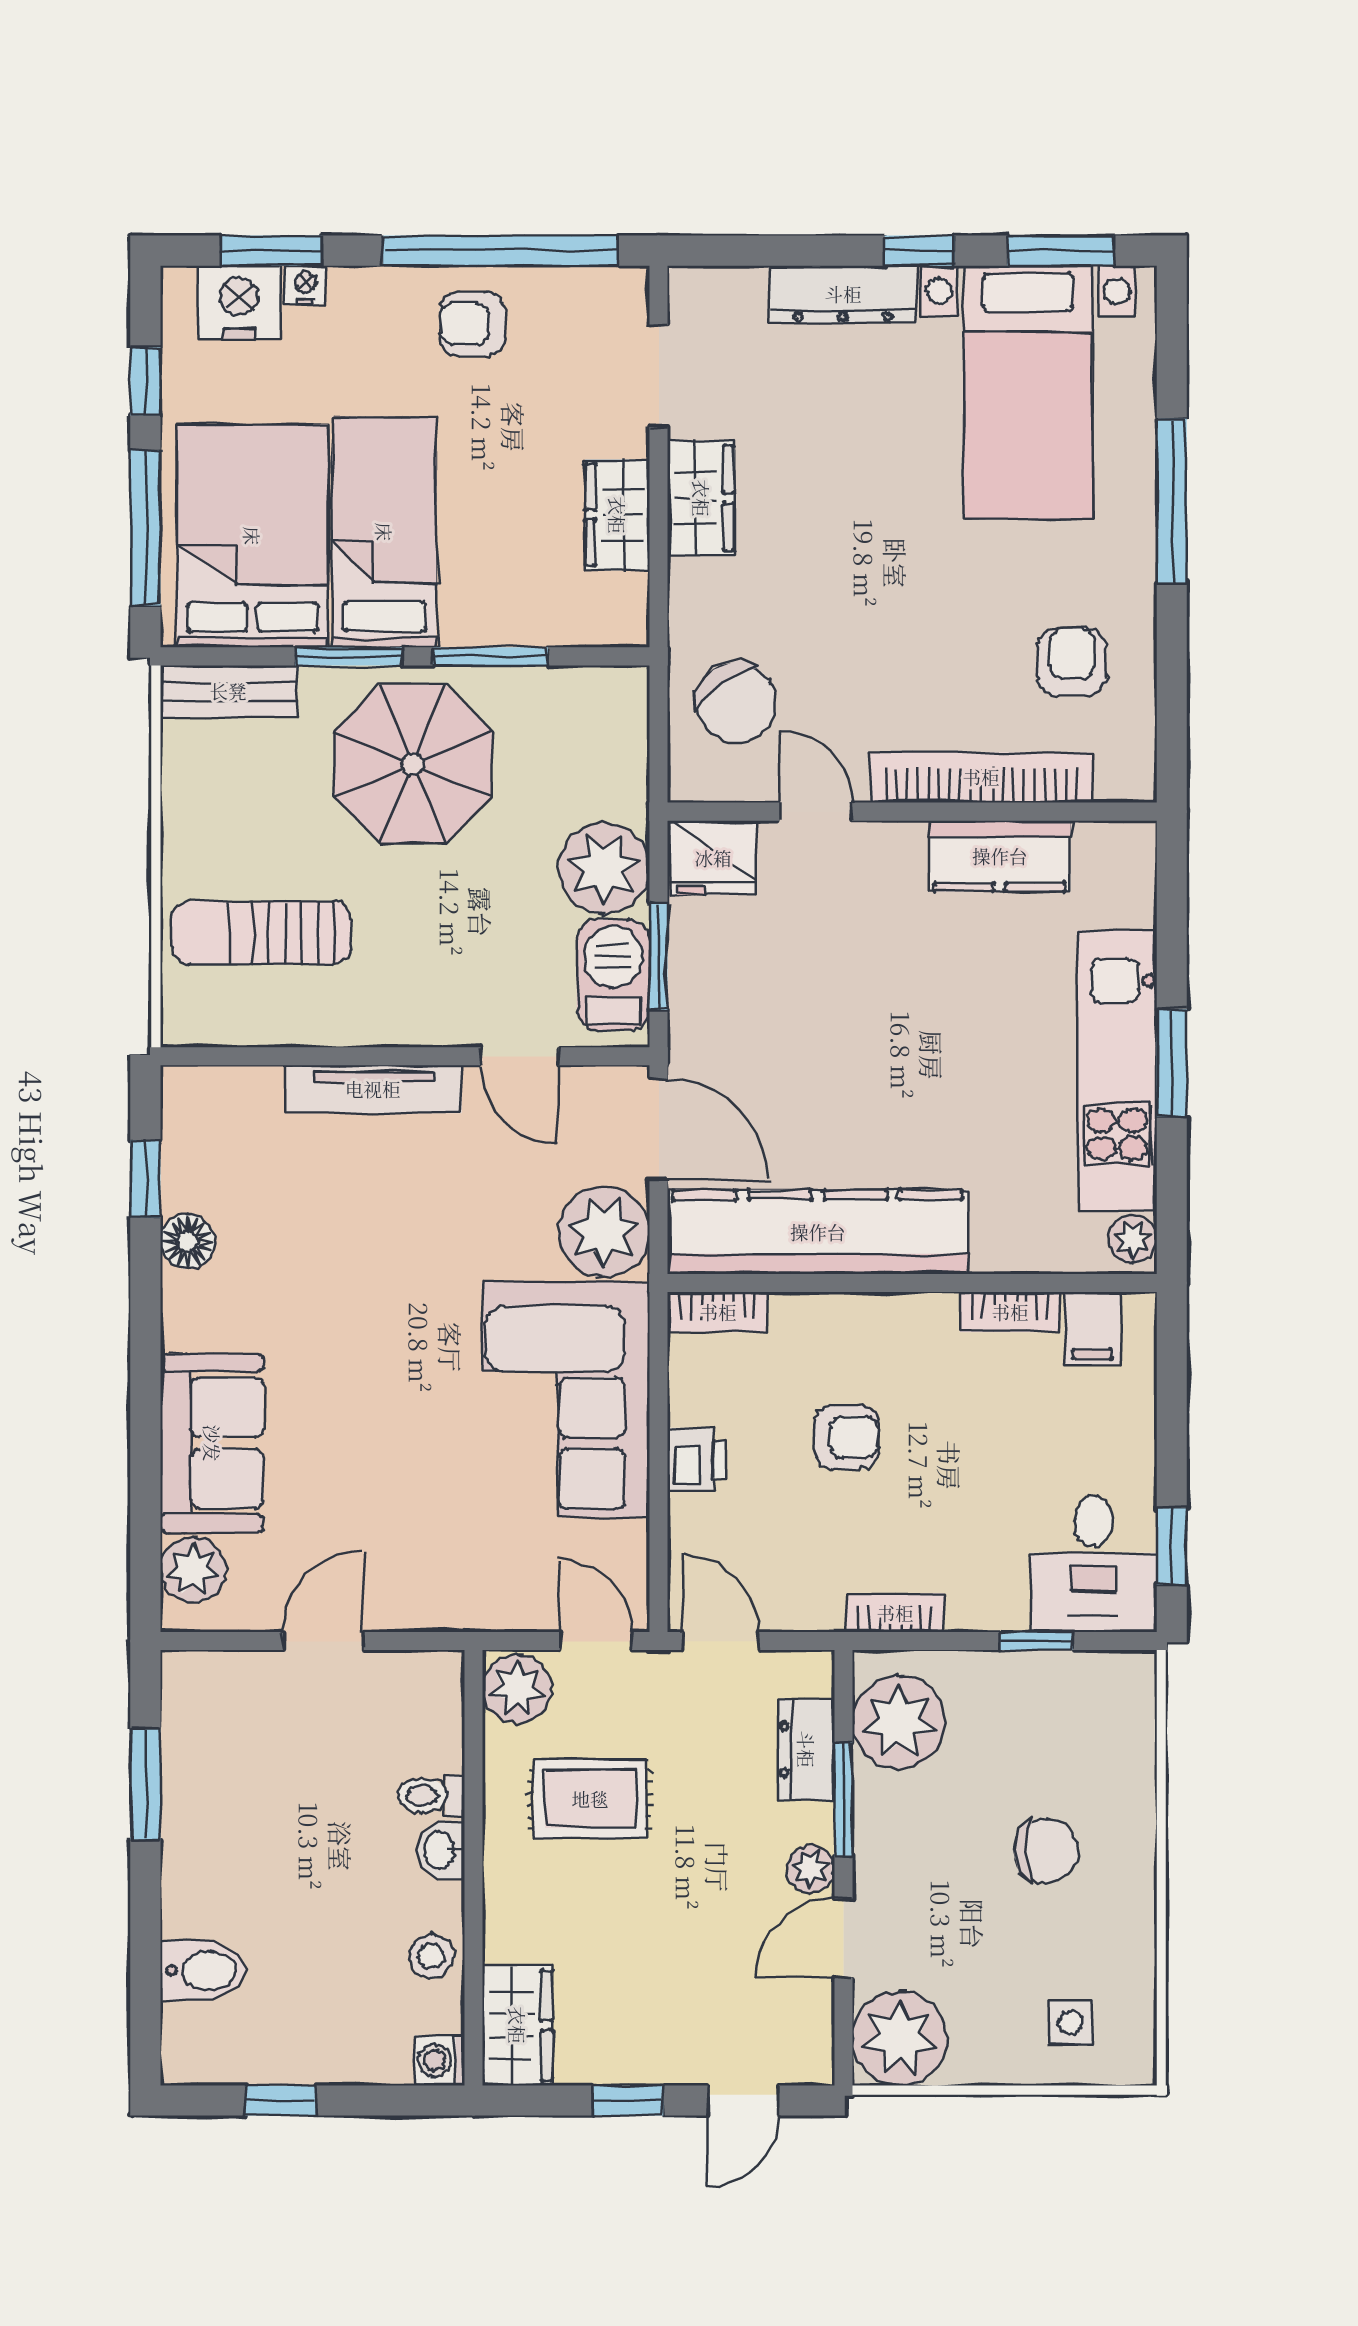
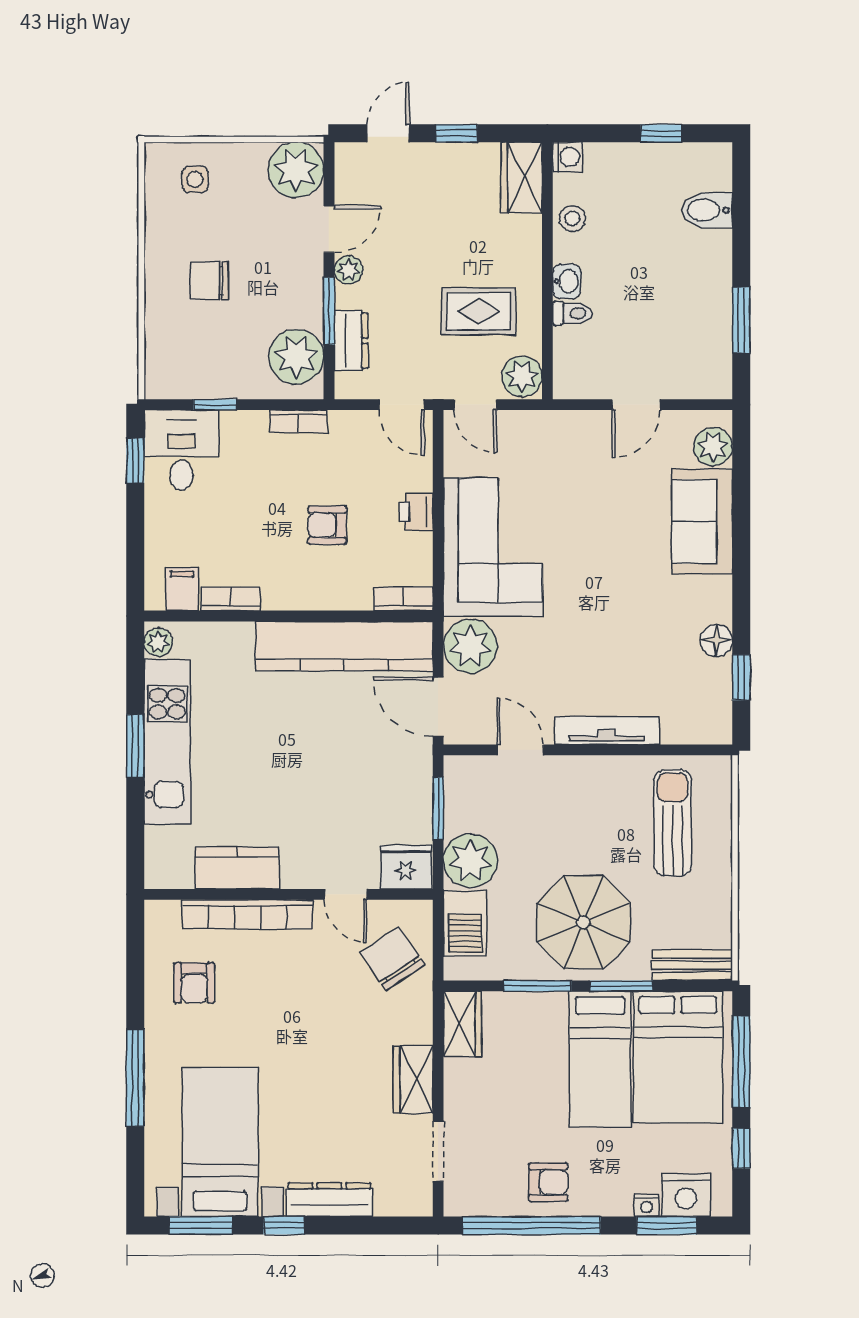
wardrobe: (617, 515) -> (463, 1024), moved
sun lounger: (261, 933) -> (673, 823), turned -90
barbecue: (613, 975) -> (465, 923), moved

